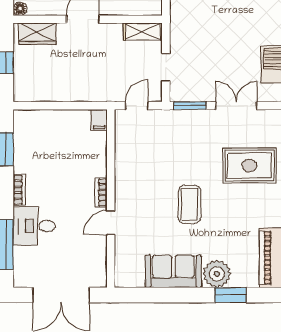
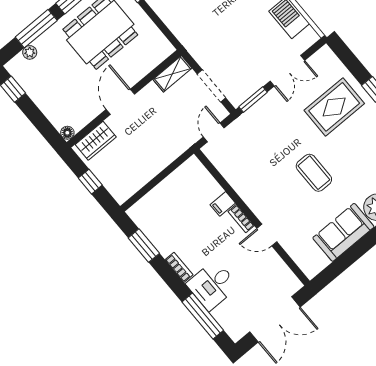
doorway: (166, 67) -> (211, 86), width x1.38
double door: (236, 106) -> (287, 71), swing flipped
filing cabinet: (99, 120) -> (223, 204), moved, turned 90
door: (111, 223) -> (267, 235), hinge flipped

